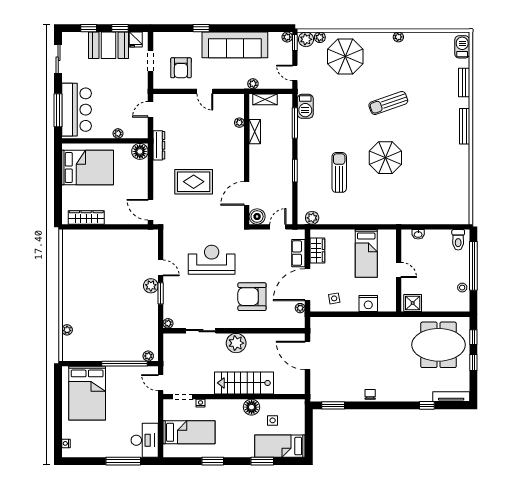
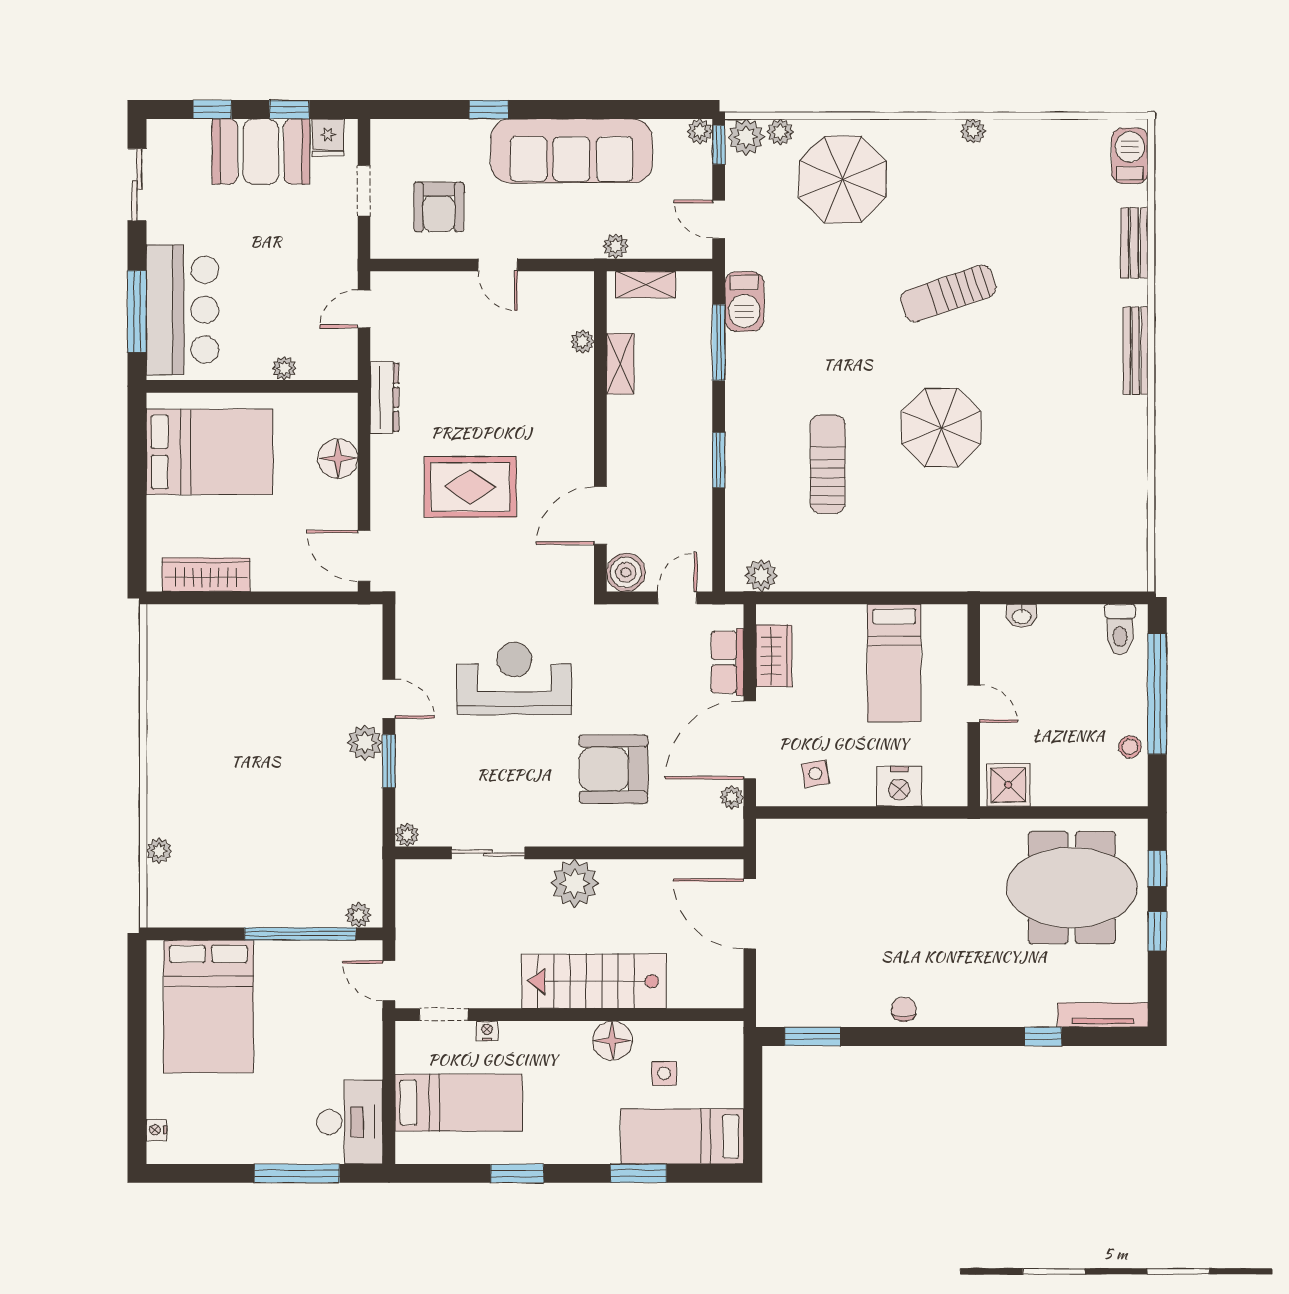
floor lamp: (140, 151) -> (338, 458), moved

